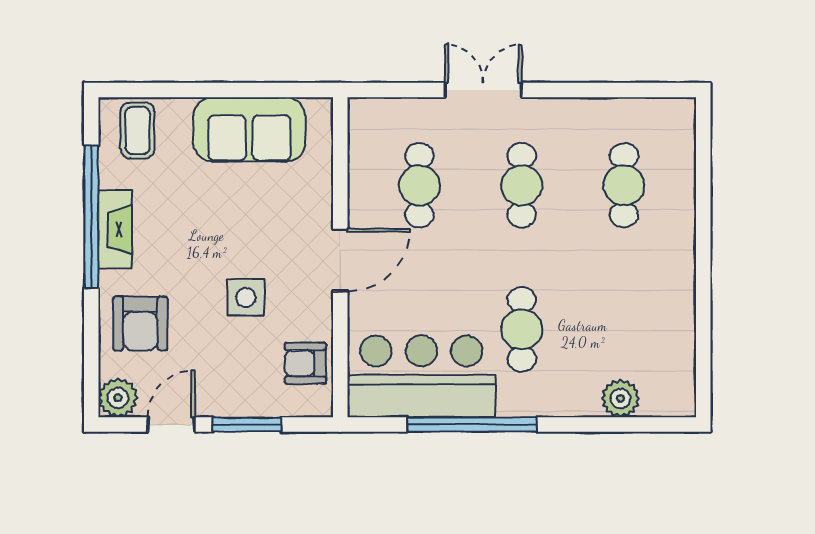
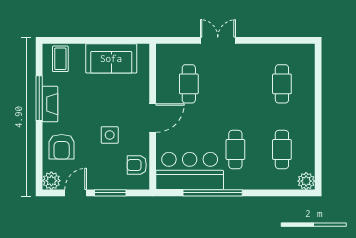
cafe table: (522, 185) -> (282, 150), moved
window: (91, 217) -> (39, 98), width x0.68
plant: (620, 398) -> (306, 181), moved

